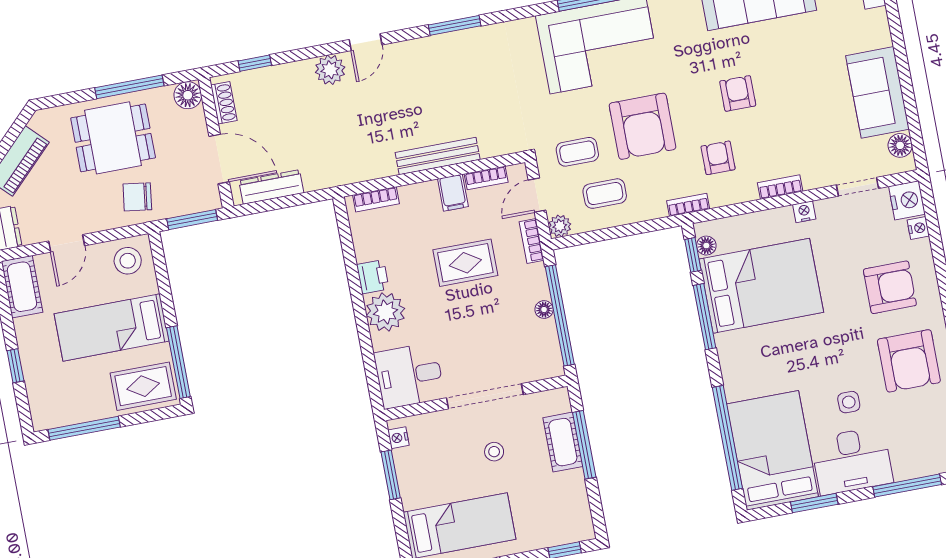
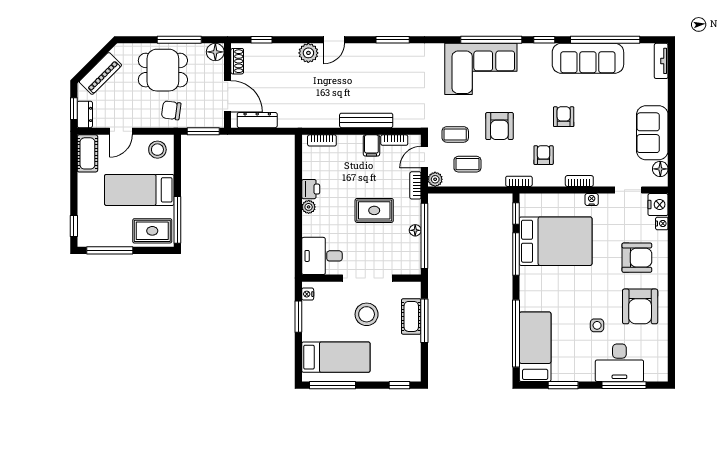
armchair: (642, 126) -> (499, 126), width x0.73, depth x0.73
floor lamp: (706, 246) -> (526, 209), removed
rug: (465, 263) -> (374, 210), moved
plant: (385, 312) -> (309, 207), width x0.53, depth x0.53
window: (15, 366) -> (74, 226), moved
bed: (772, 450) -> (535, 347), width x0.67
stool: (494, 452) -> (367, 314), width x1.89, depth x1.89
desk: (852, 461) -> (619, 363), moved

